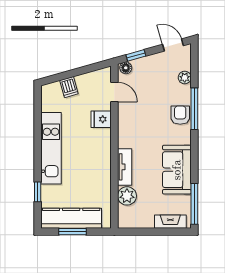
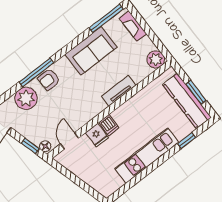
plant: (185, 78) -> (26, 98), width x1.87, depth x1.87
dishwasher: (69, 87) -> (109, 125), moved, turned 106
plant: (127, 196) -> (156, 59), moved

